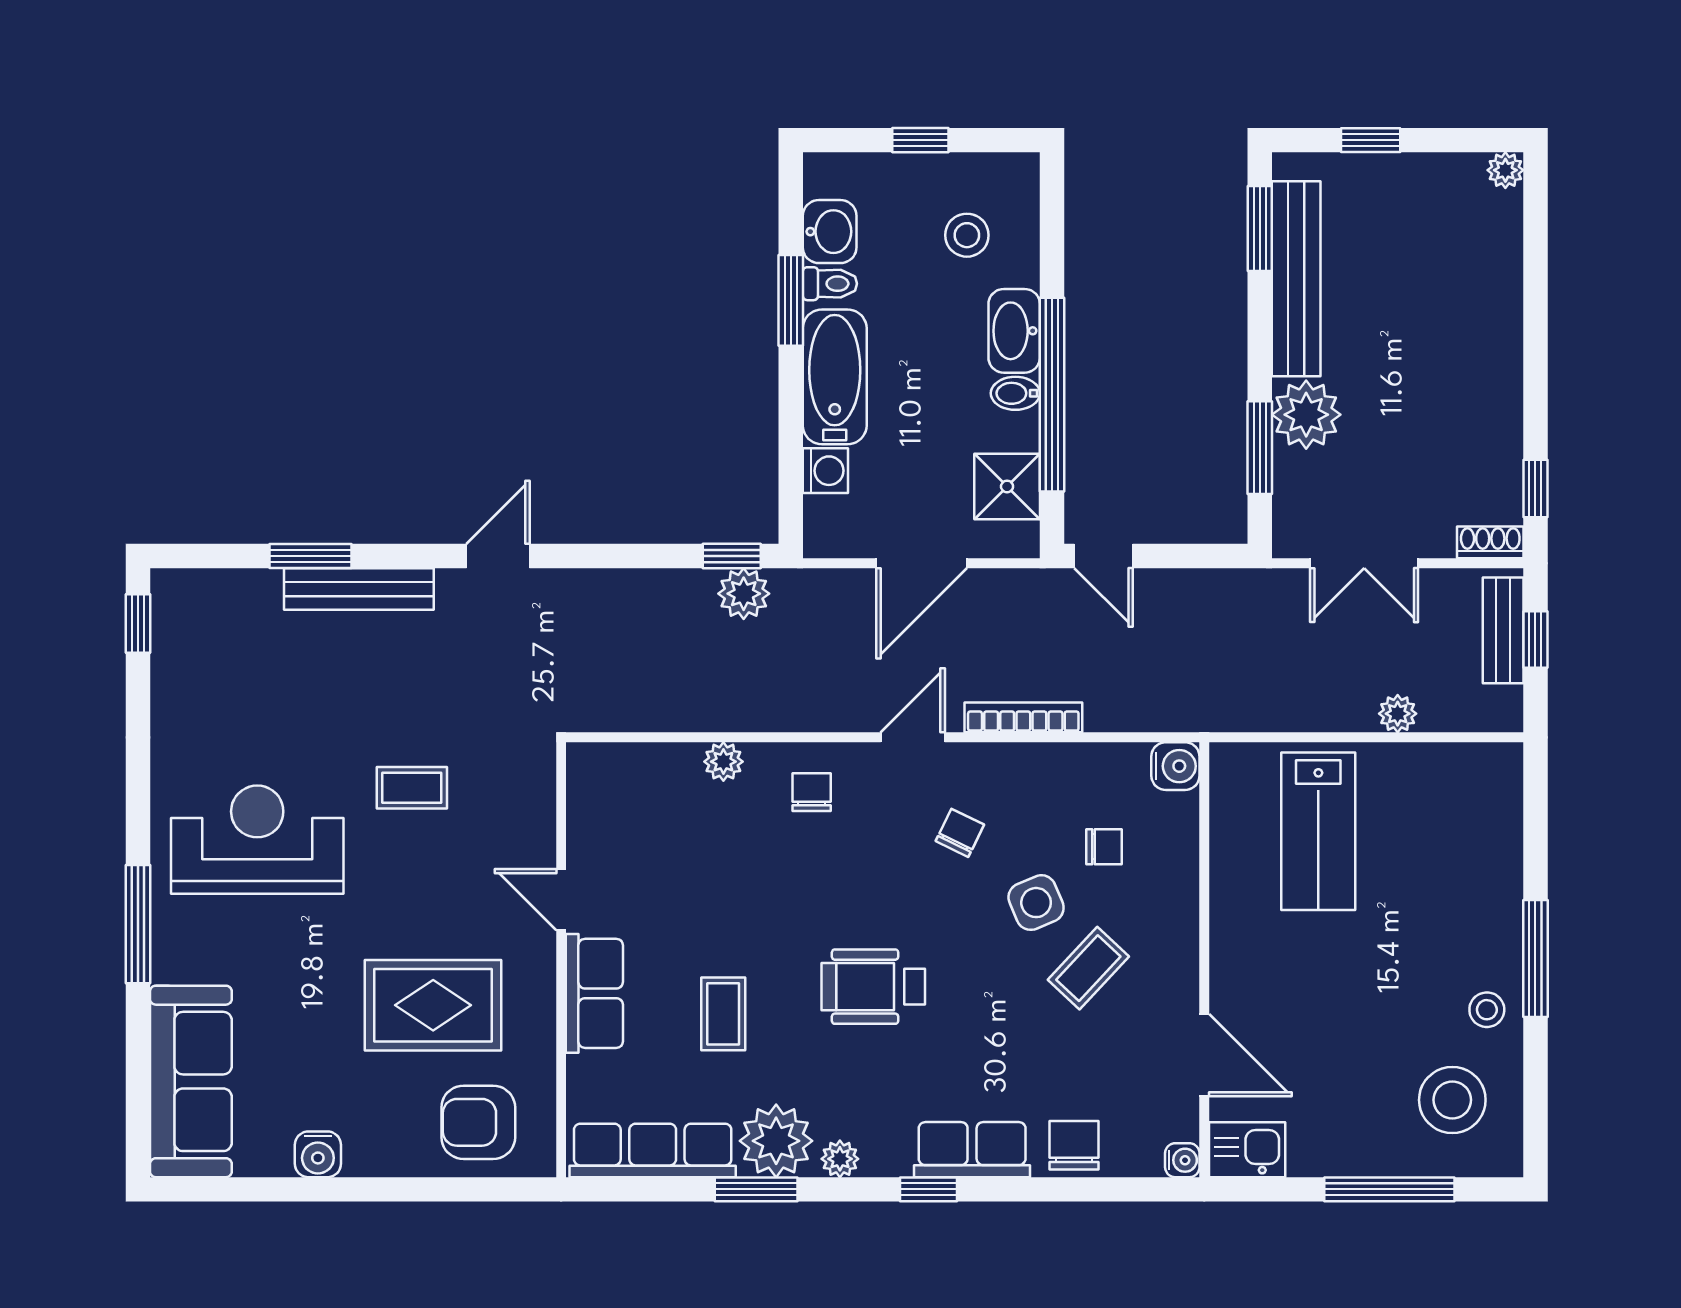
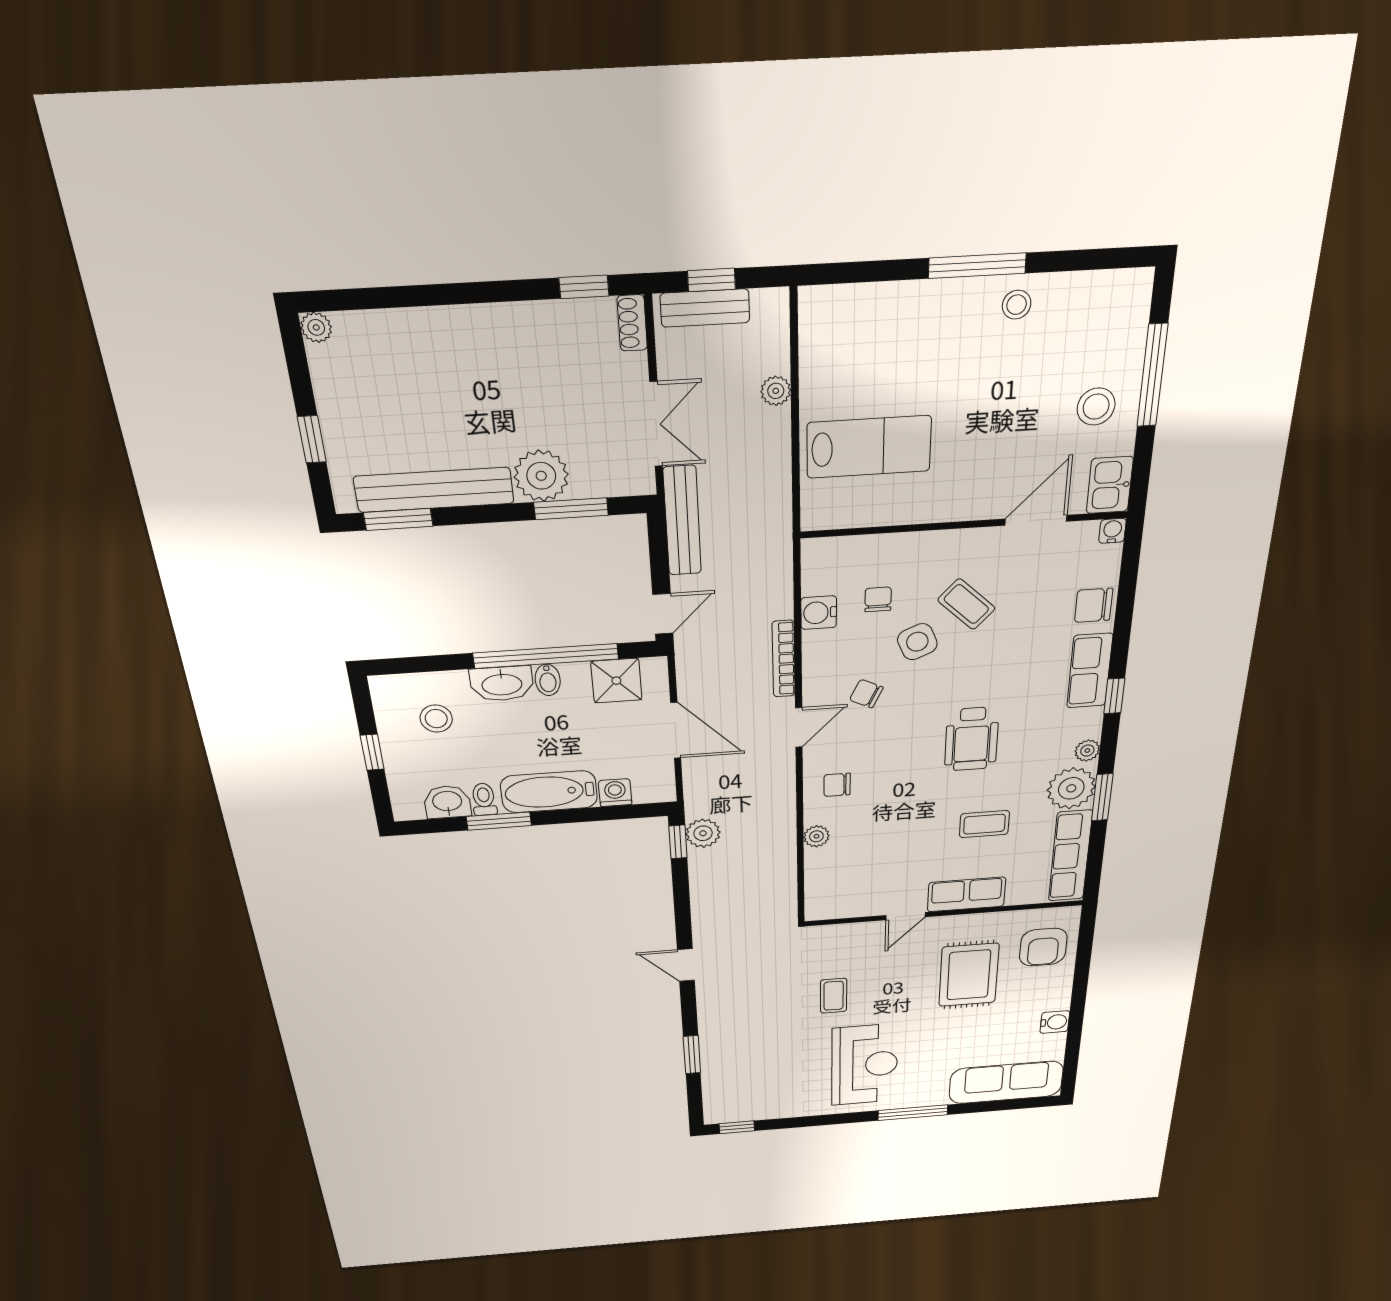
bench: (359, 589) -> (682, 521), moved
door: (913, 737) -> (799, 727), swing flipped
water cooler: (1175, 766) -> (819, 613), moved, turned -90
reception desk: (257, 840) -> (864, 1065), turned 180
stool: (1452, 1100) -> (1096, 407), moved, width x0.73, depth x0.73

